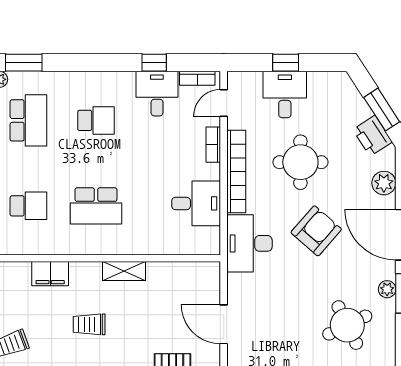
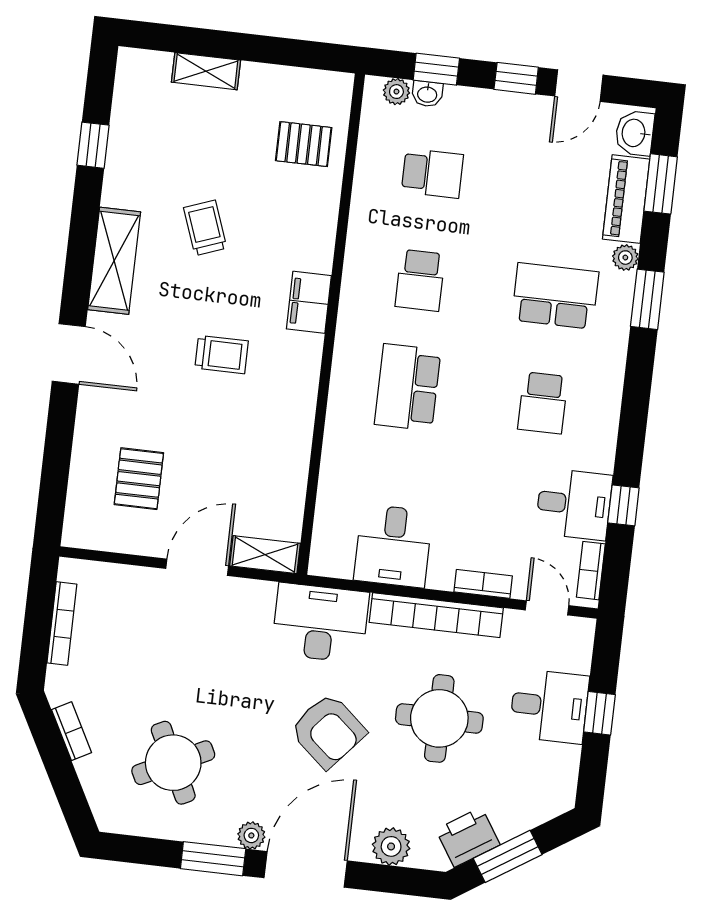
school desk: (28, 120) -> (555, 296), turned 180
shelving: (124, 271) -> (265, 555), moved, turned 90
plant: (387, 289) -> (251, 835), moved
trolley: (89, 324) -> (222, 355), turned 90

